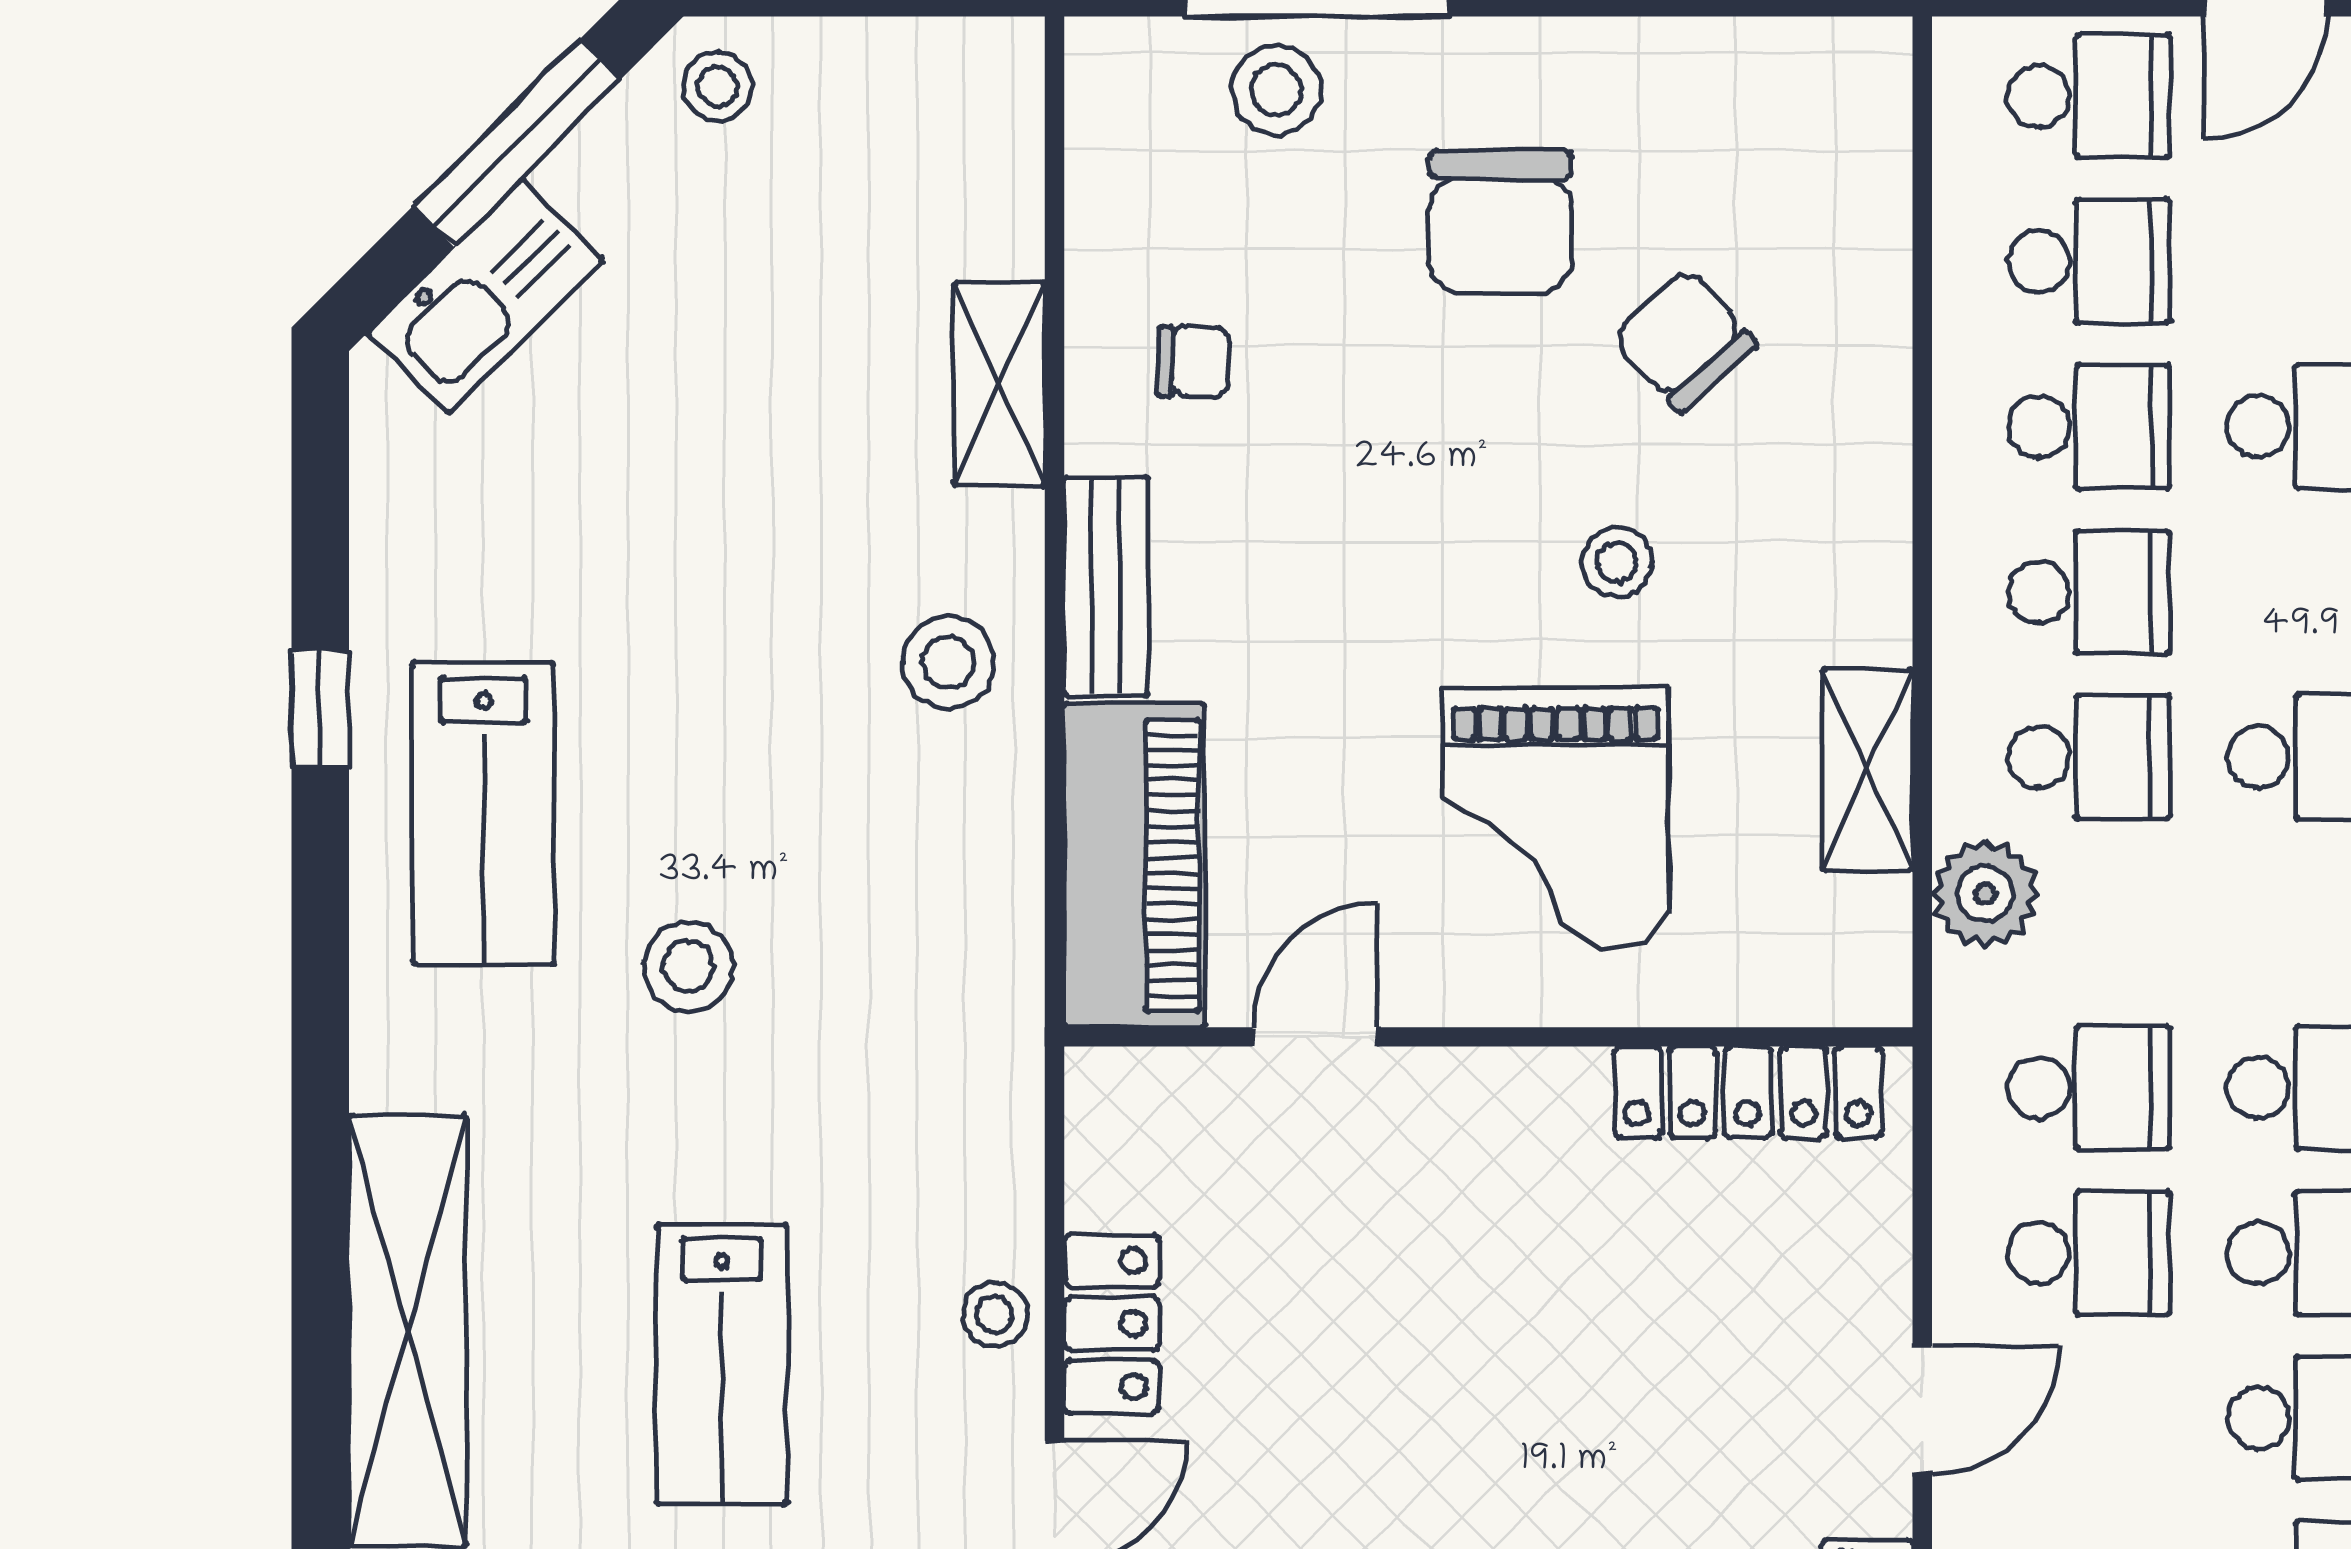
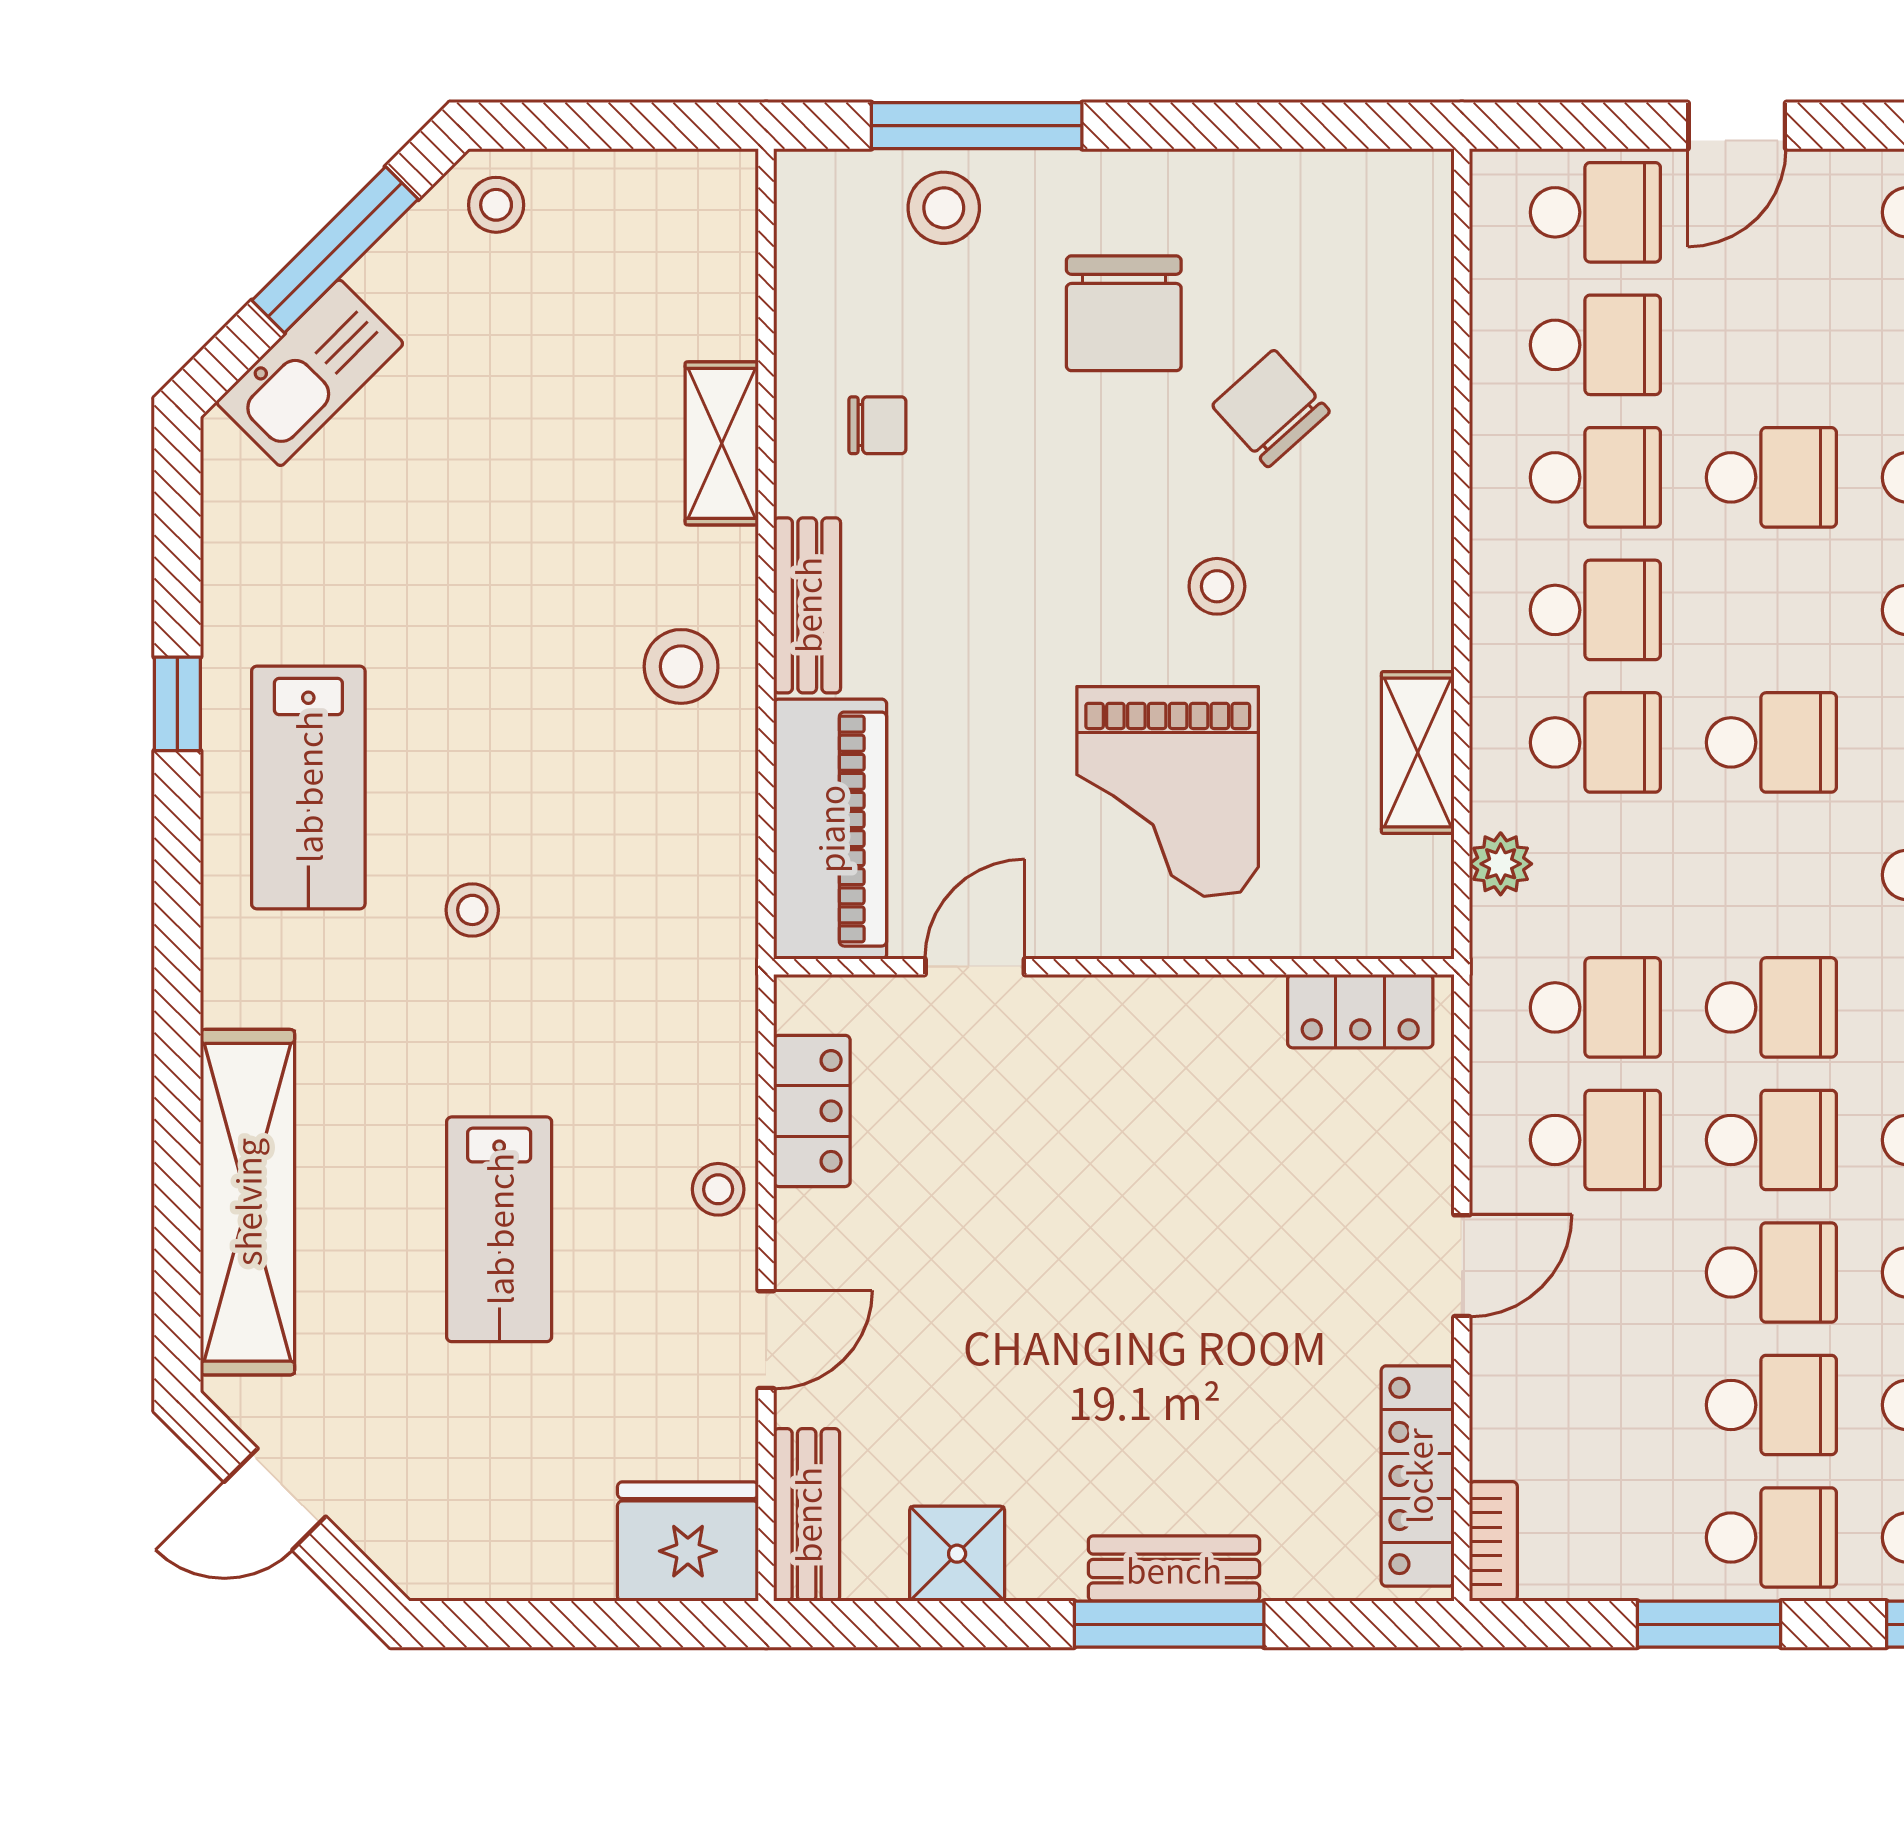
plant: (1985, 894) -> (1501, 864), width x0.73, depth x0.73
stool: (688, 966) -> (472, 910), width x0.73, depth x0.73
locker: (1748, 1092) -> (1360, 1011), width x0.66
locker: (1112, 1324) -> (812, 1111), moved

